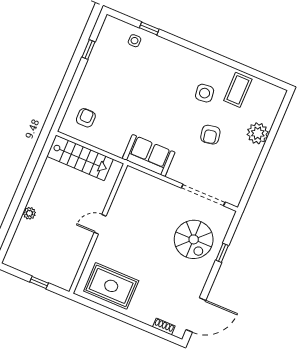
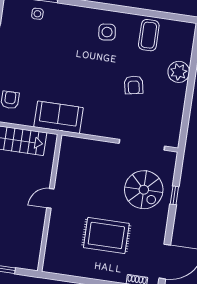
side table: (205, 93) -> (107, 32), moved
sofa: (149, 155) -> (59, 117), moved
rug: (111, 286) -> (106, 235), moved

